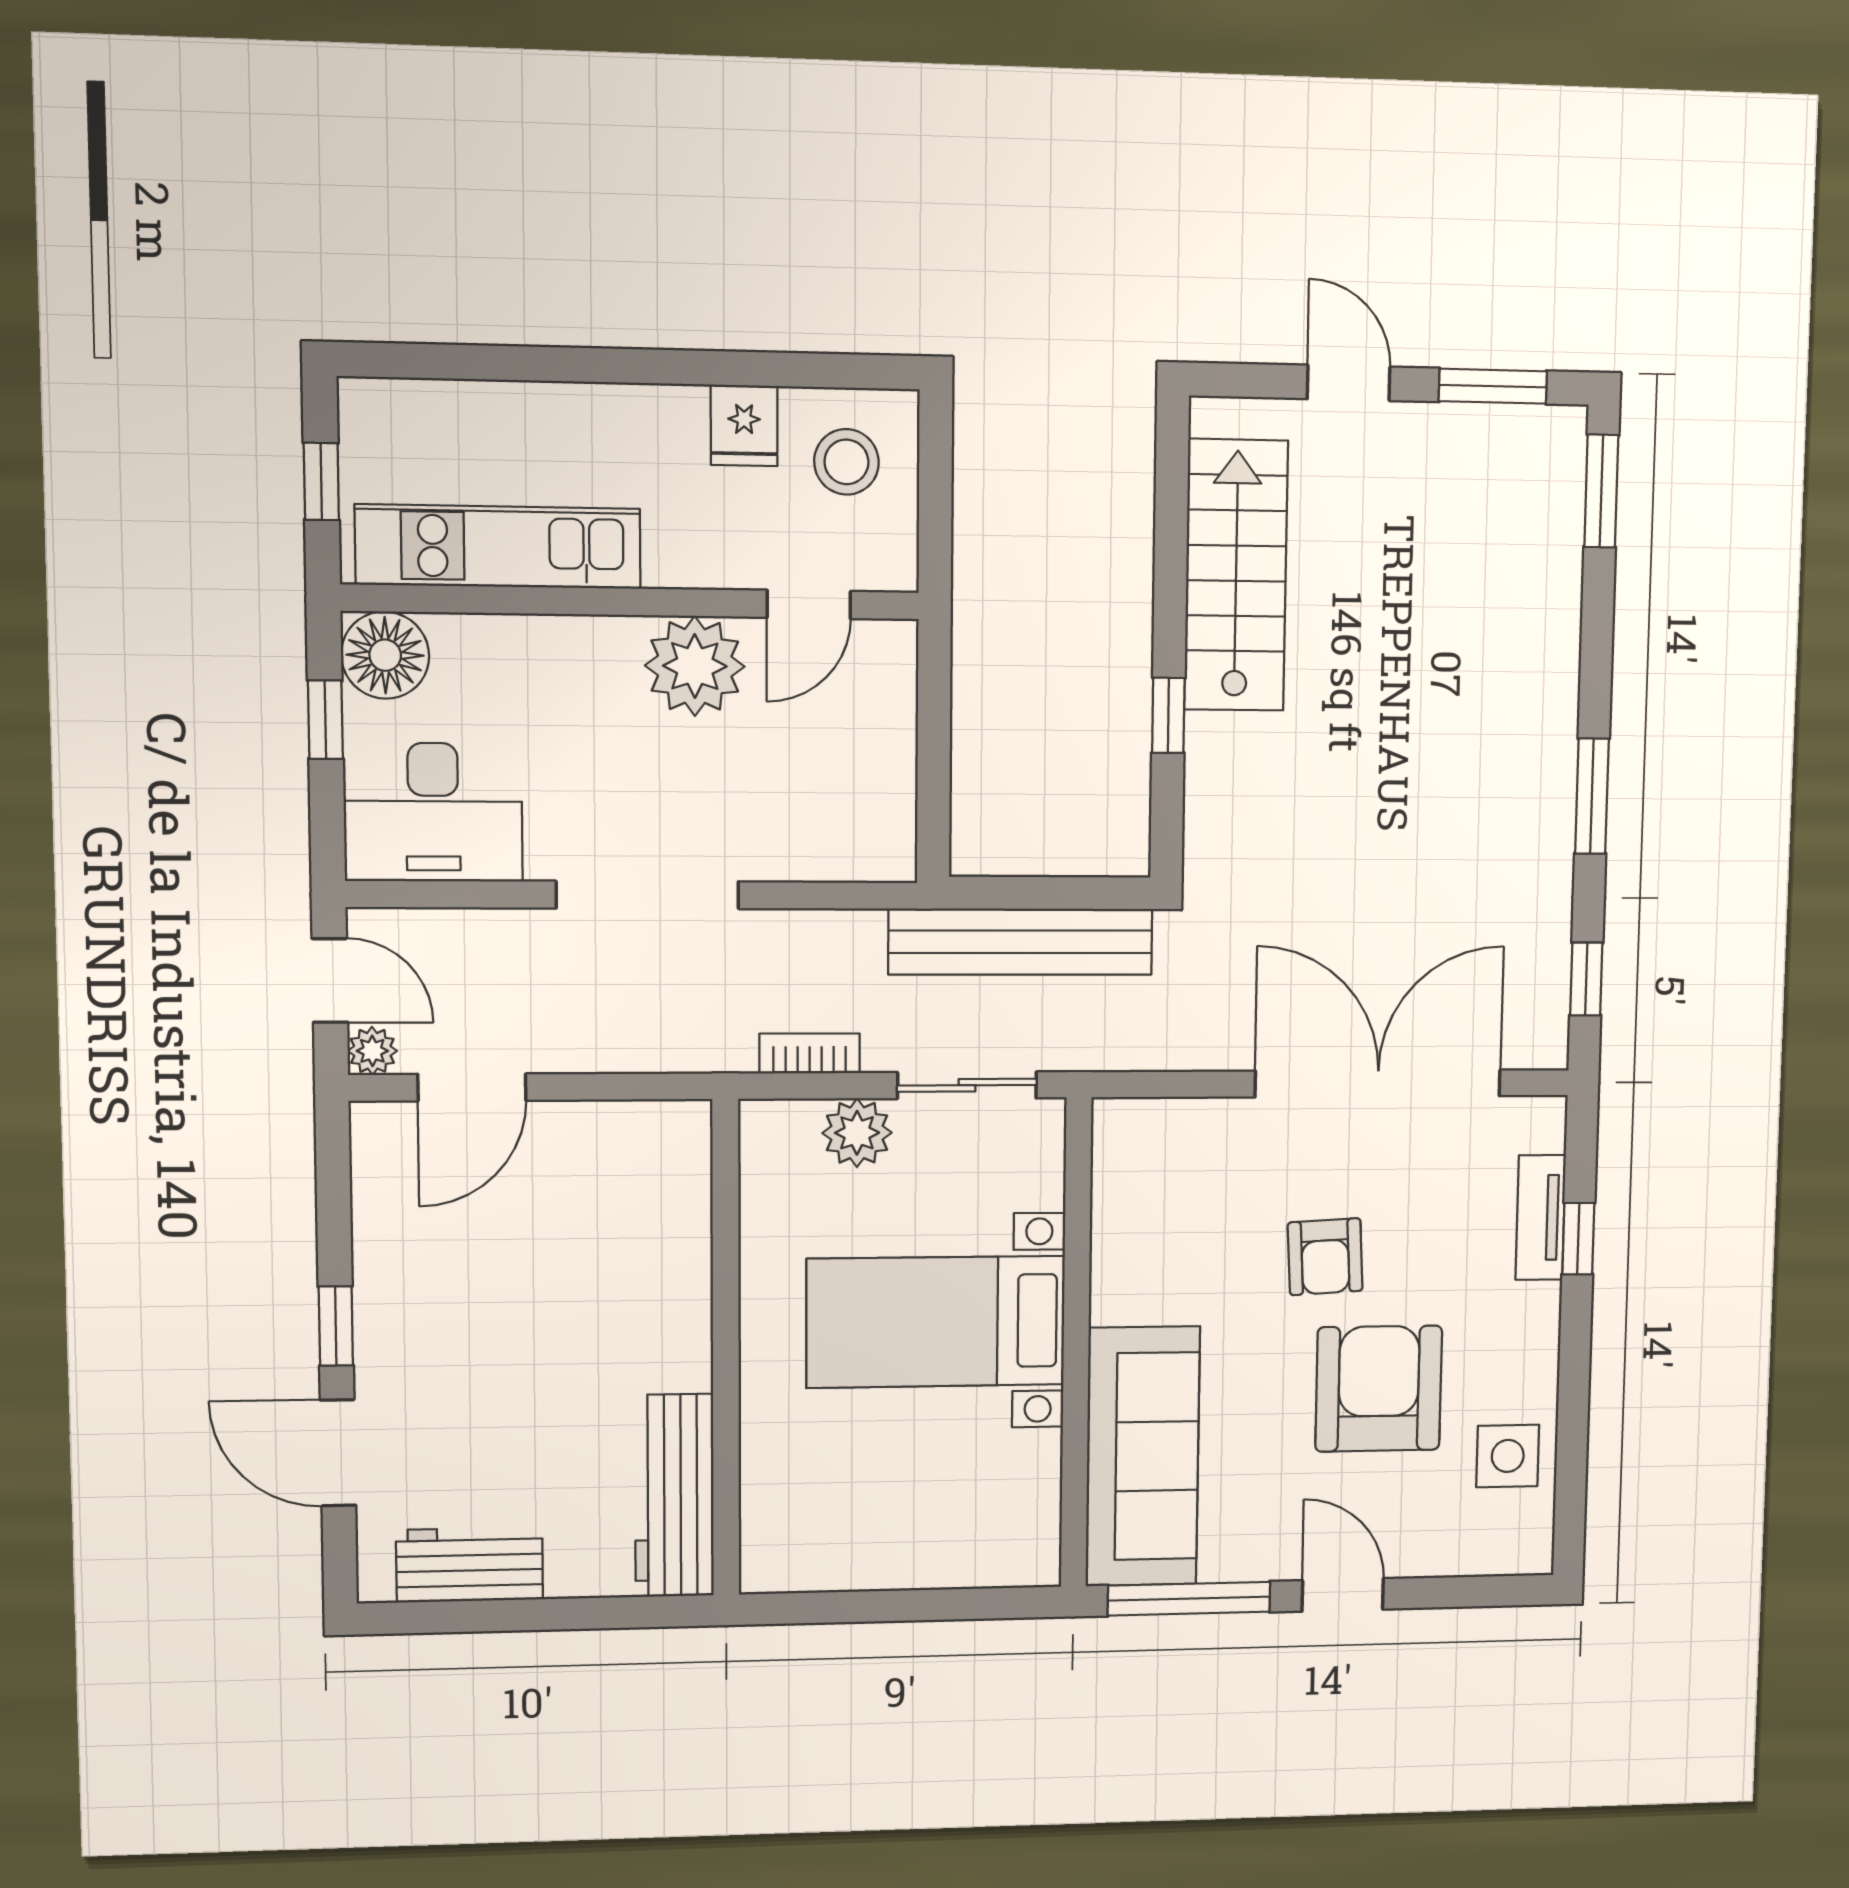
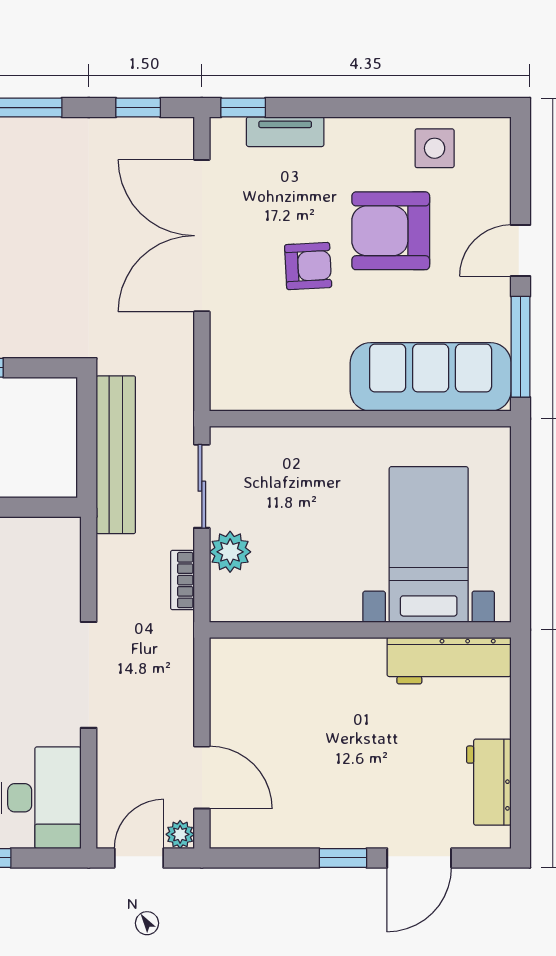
window: (1578, 1239) -> (243, 108), moved
bed with nightstands: (936, 1322) -> (429, 544), moved, turned 180

